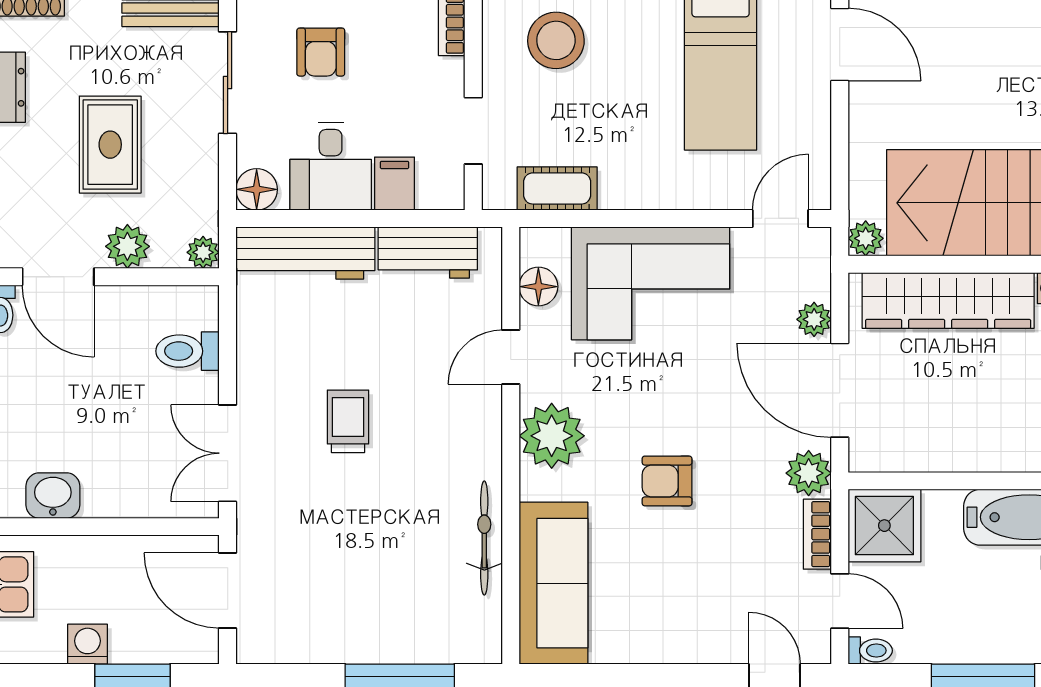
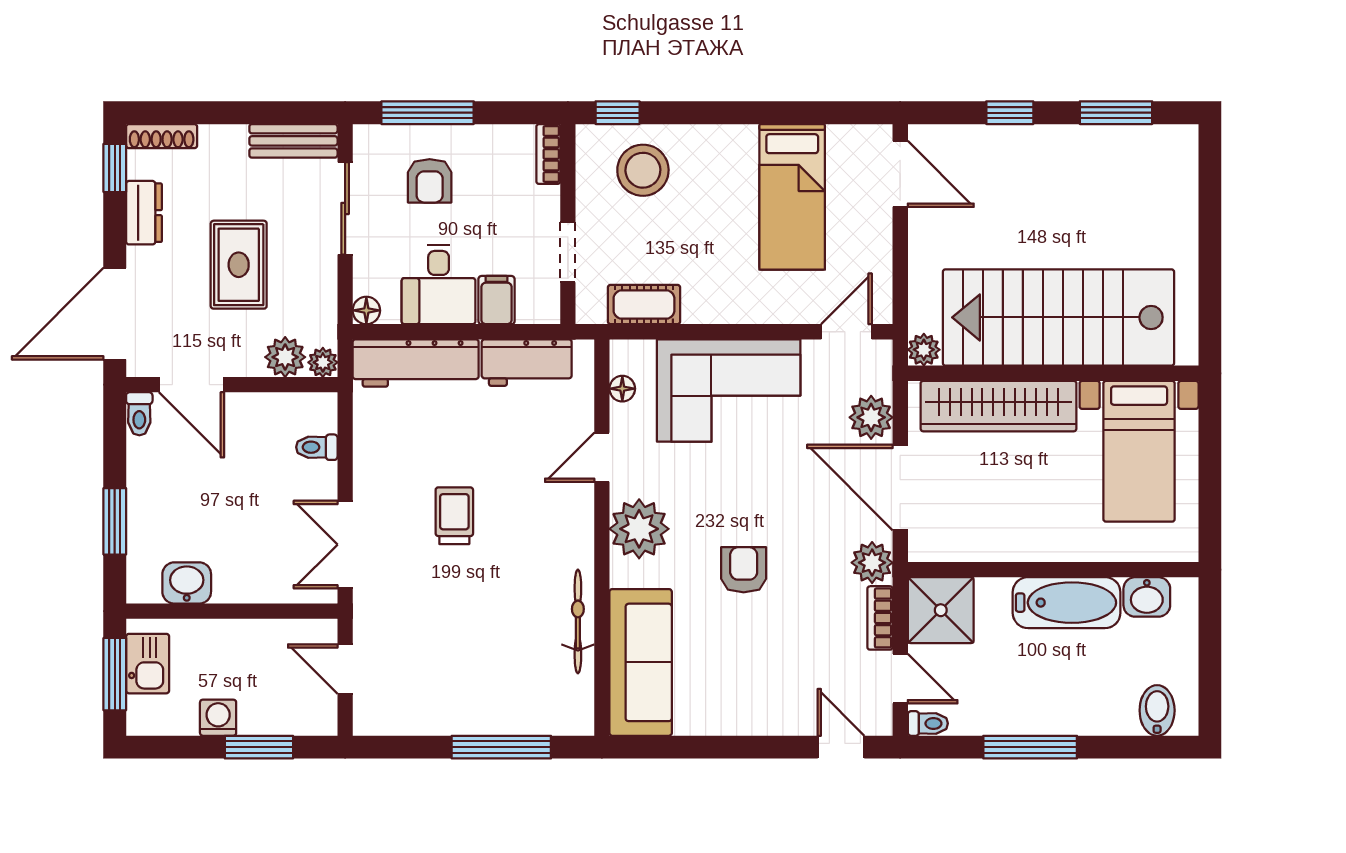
floor lamp: (257, 189) -> (366, 310), width x0.73, depth x0.73
plant: (127, 246) -> (285, 357), moved
floor lamp: (538, 287) -> (622, 389), width x0.73, depth x0.73
plant: (814, 319) -> (871, 417), width x1.38, depth x1.38
toilet: (187, 351) -> (317, 447), width x0.73, depth x0.72
armchair: (667, 481) -> (744, 570), turned 90
door: (228, 590) -> (345, 669), width x0.73

